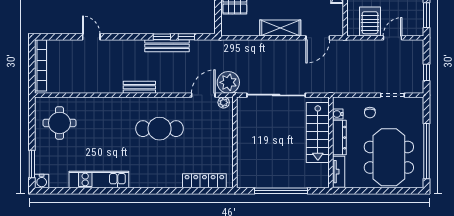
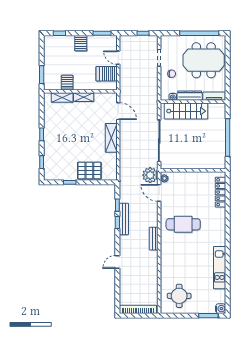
door: (91, 37) -> (117, 262), moved
cafe table: (160, 129) -> (183, 224), turned 90

